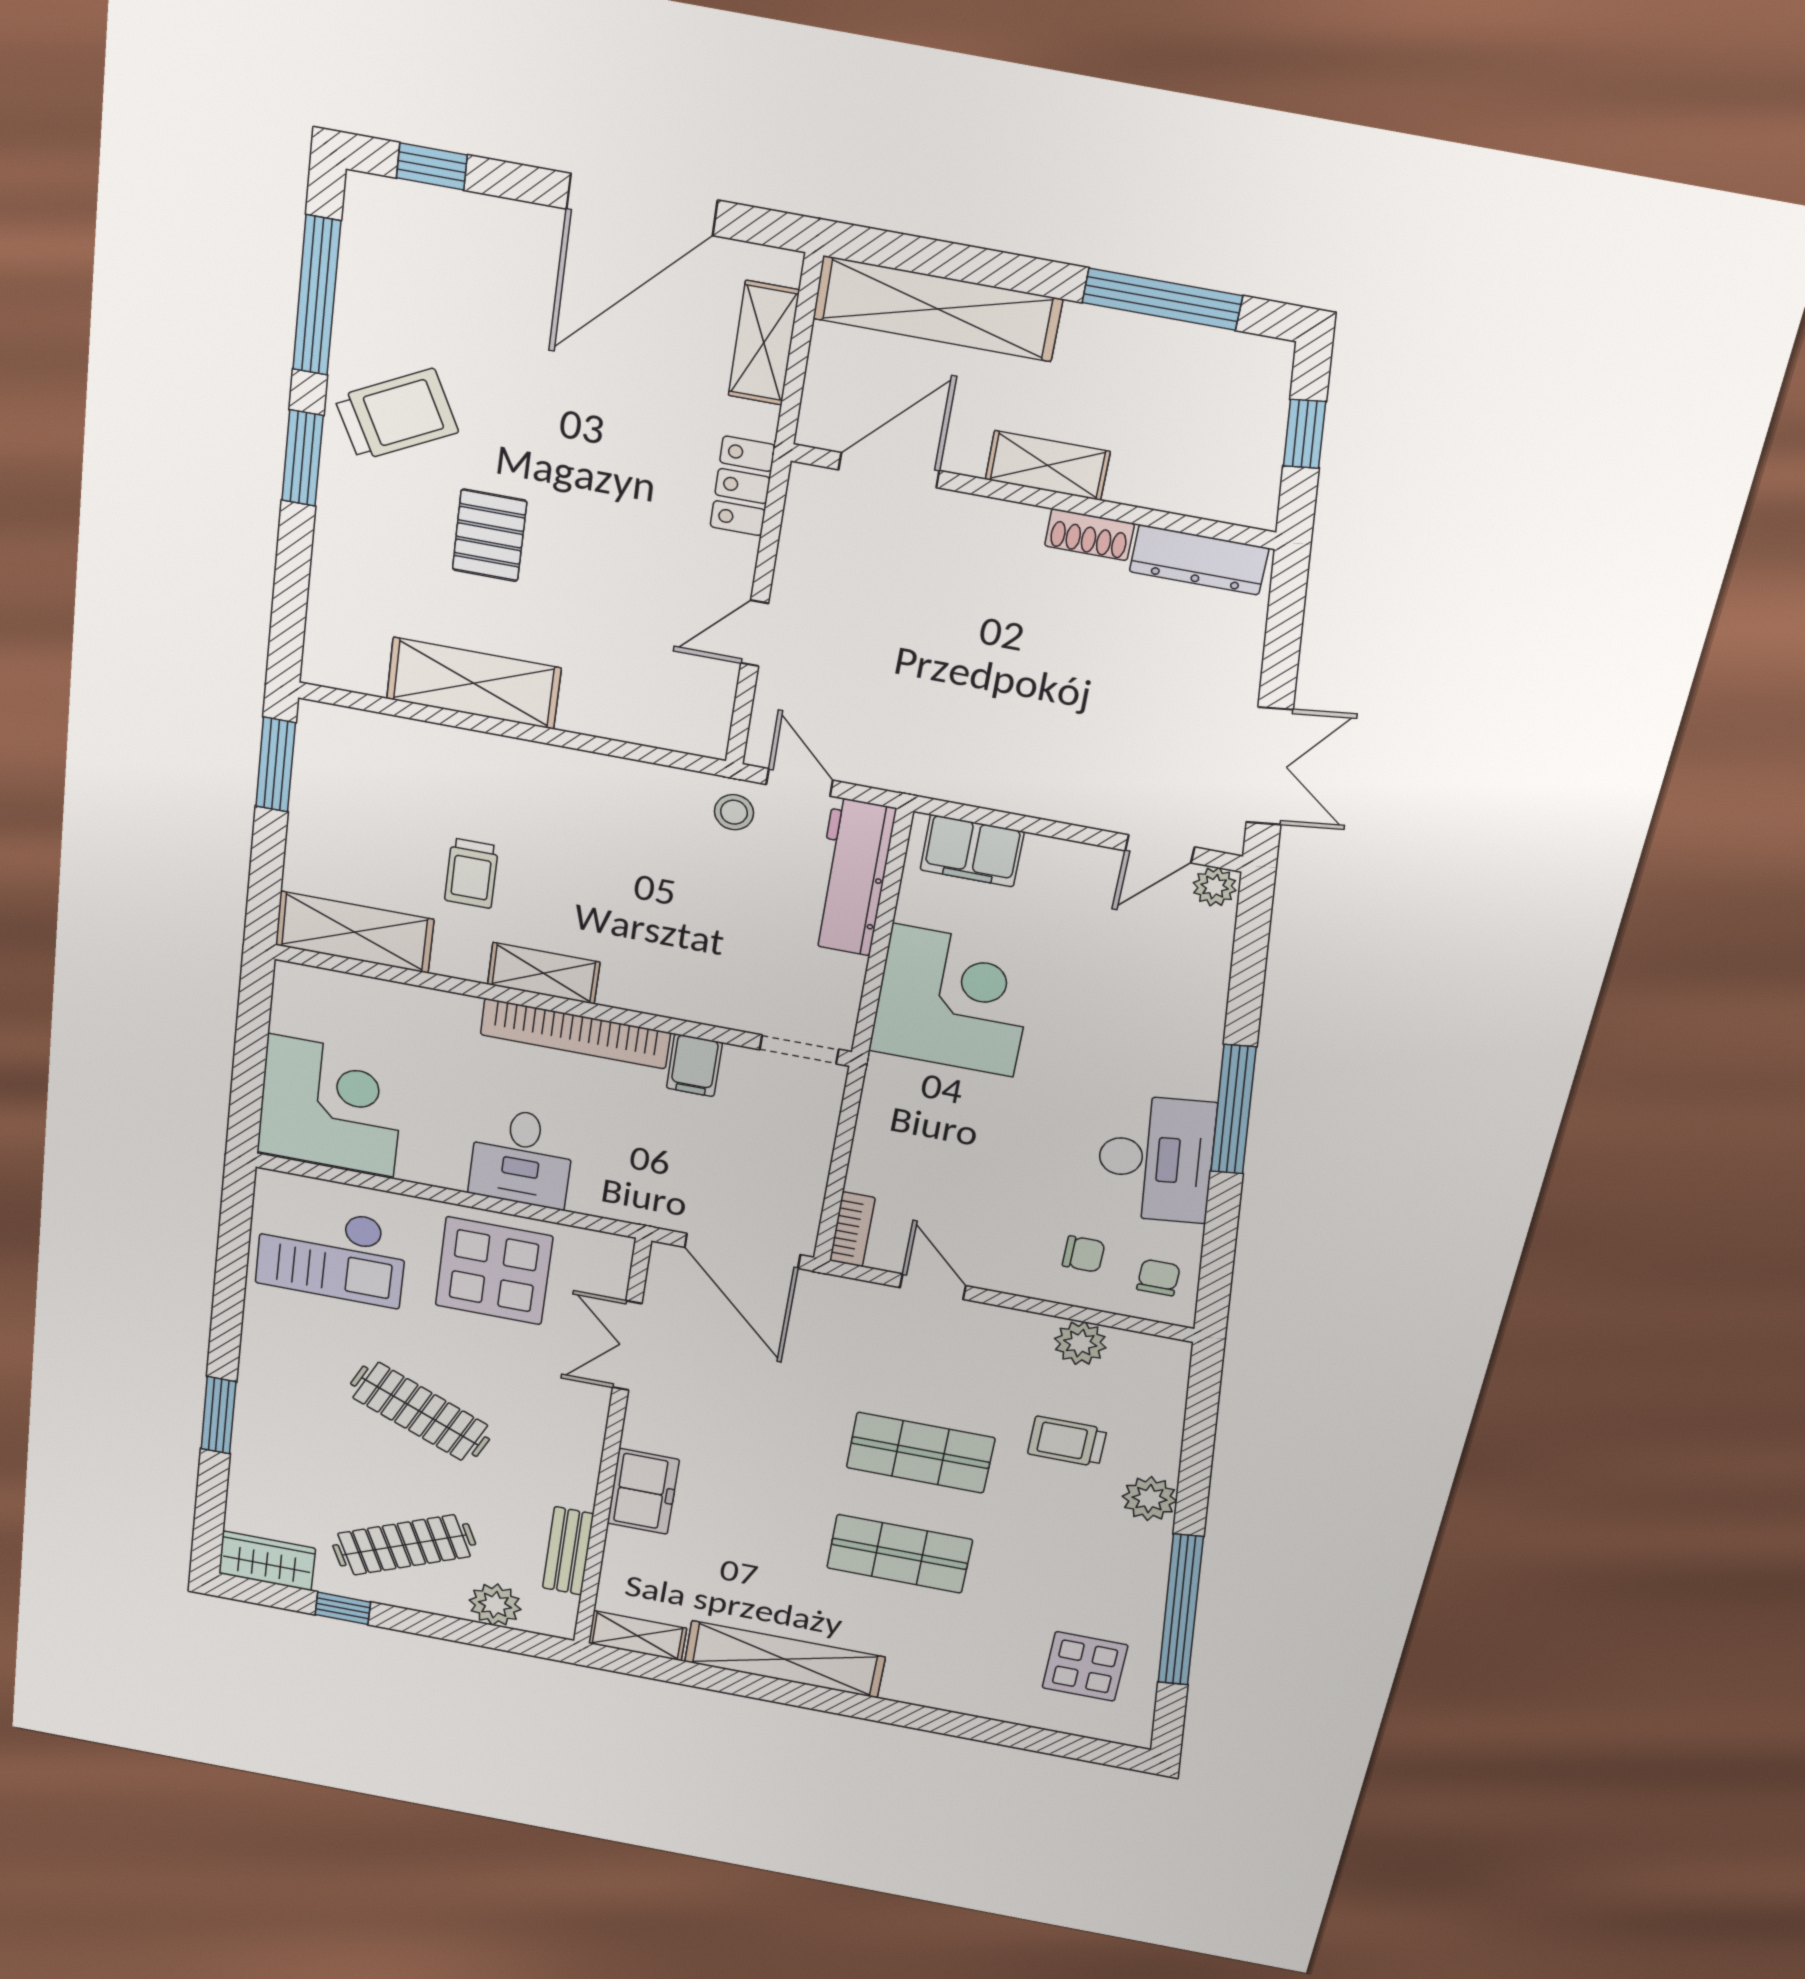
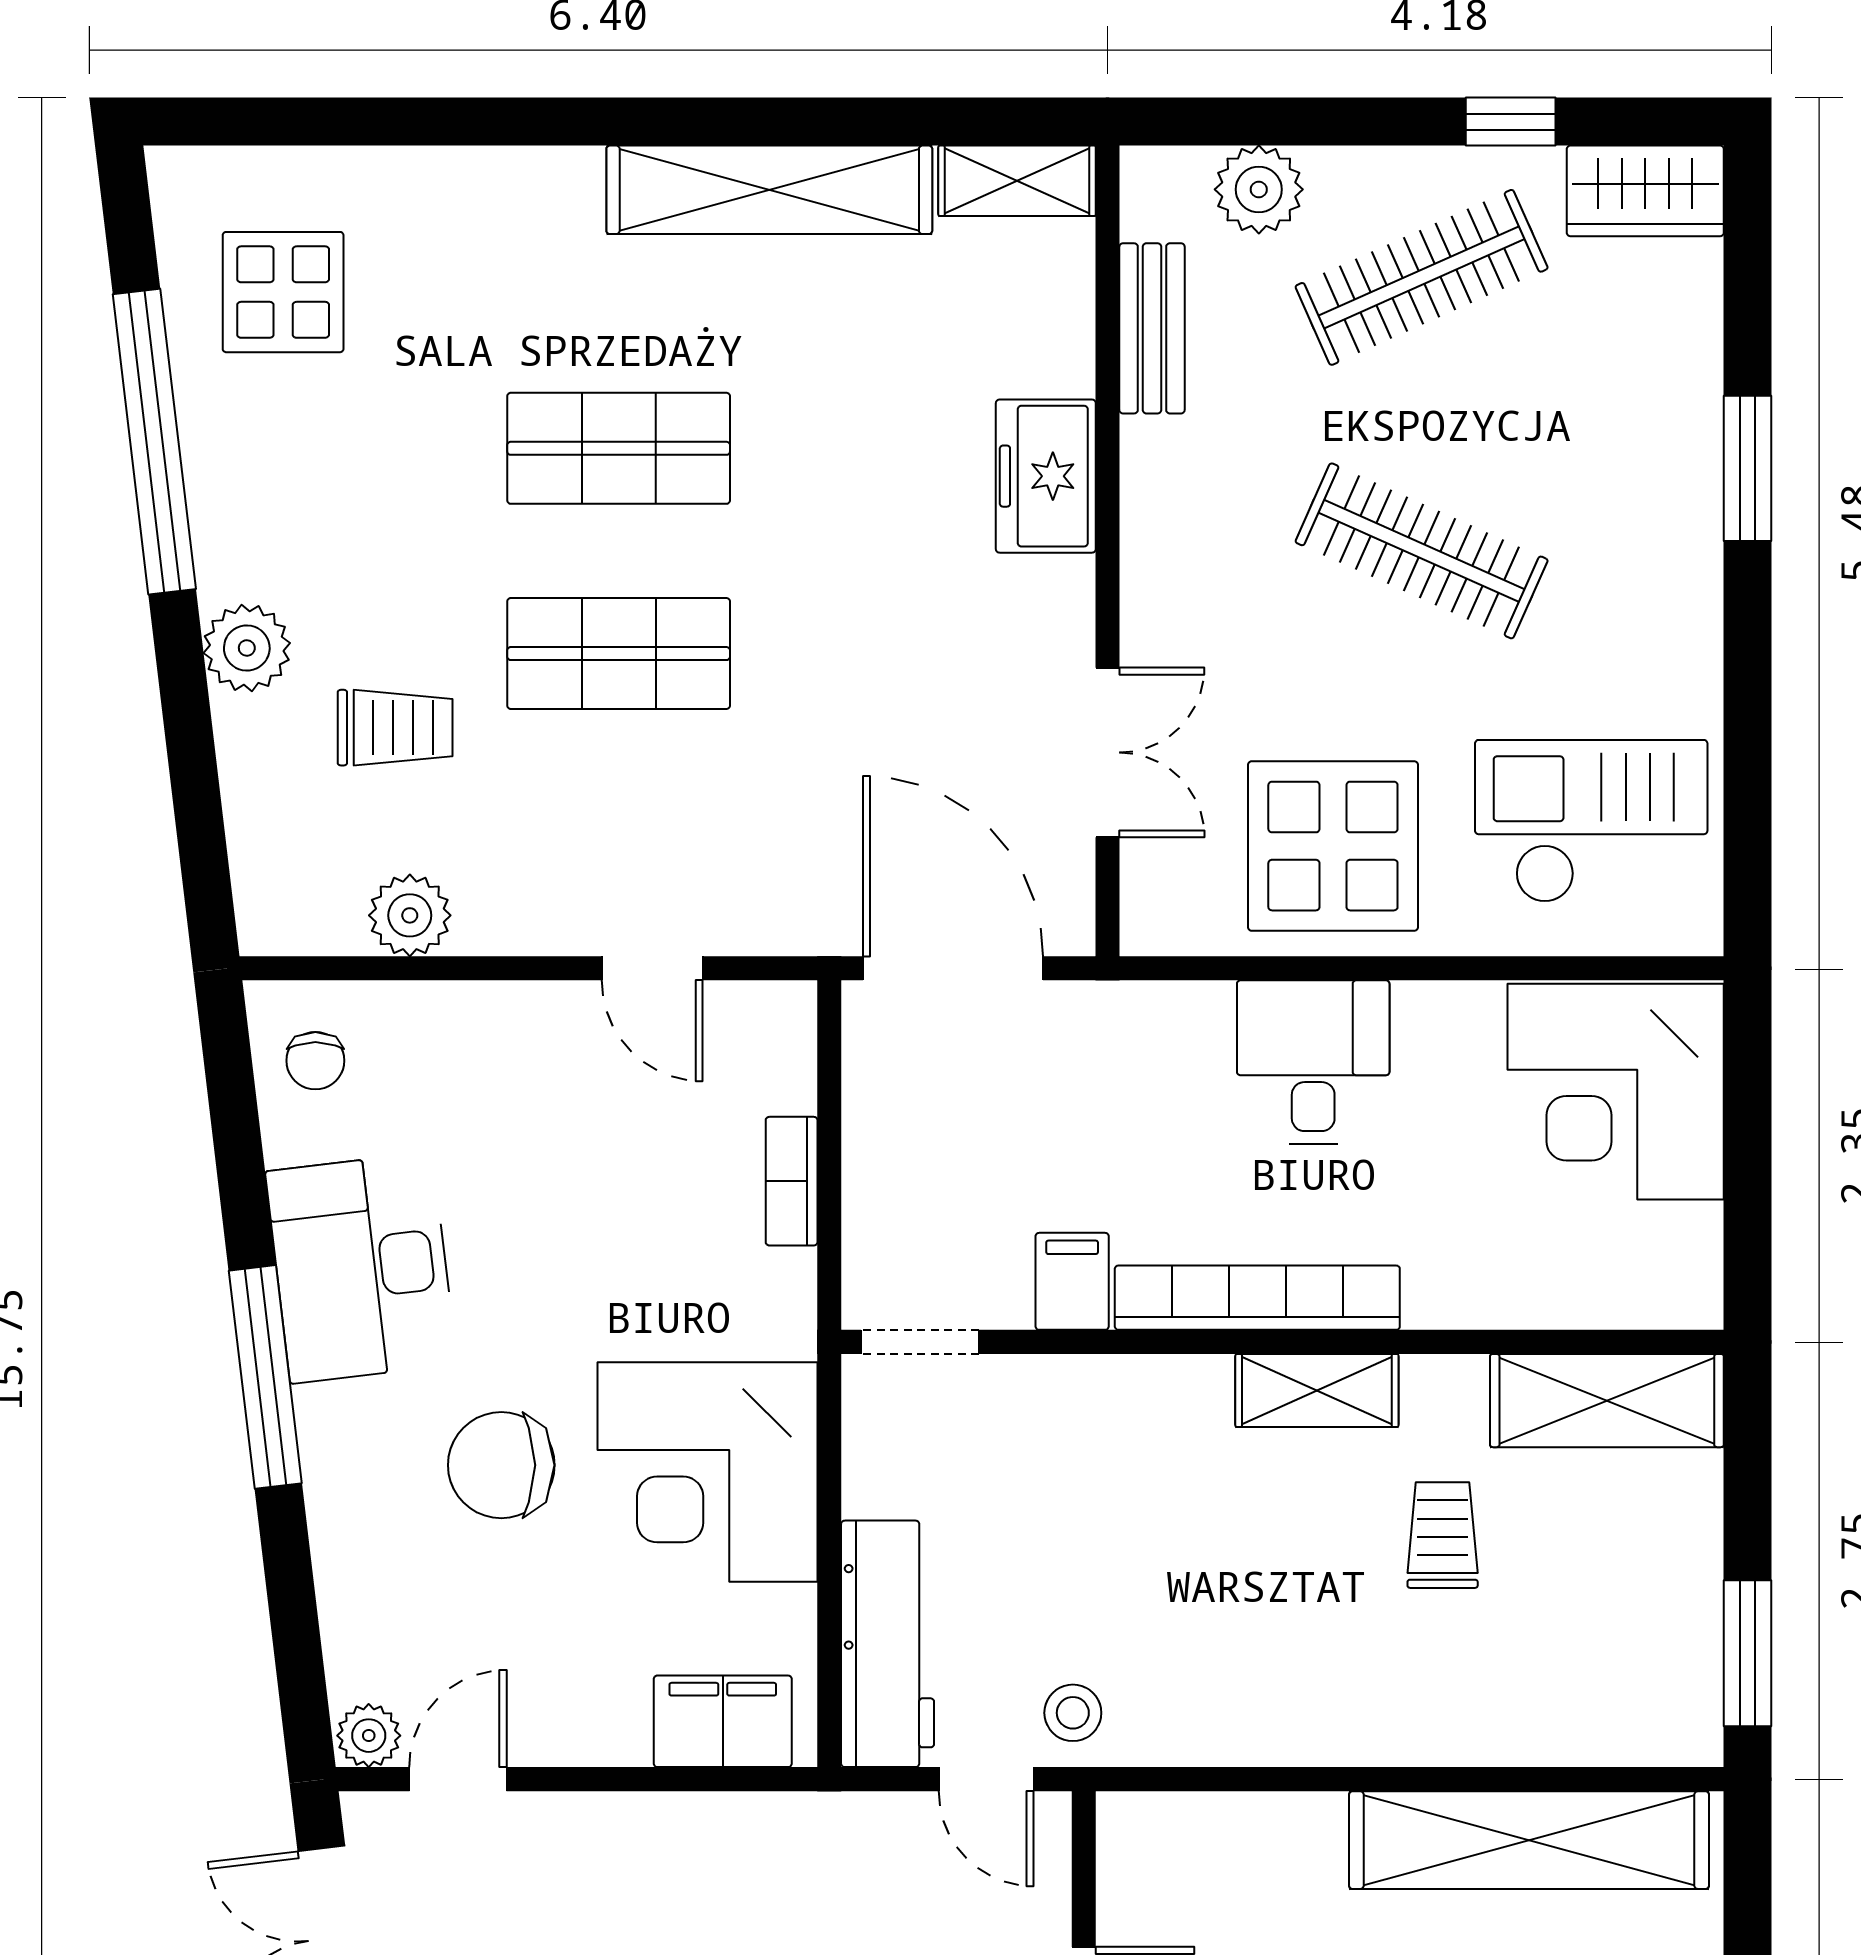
shelving: (474, 683) -> (1529, 1840), width x1.47
bookcase: (852, 1229) -> (792, 1181), moved
chair: (1084, 1254) -> (501, 1465), moved, width x1.87, depth x1.87

